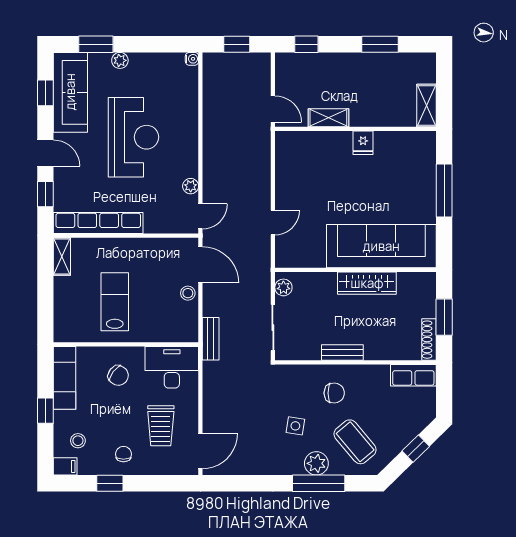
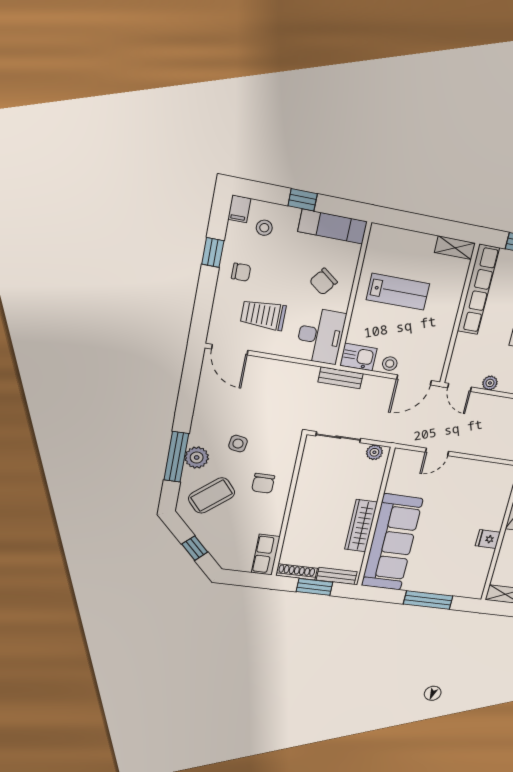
door: (273, 223) -> (437, 452), hinge flipped
kitchen sink: (187, 326) -> (358, 357), added
bench: (342, 353) -> (337, 576), moved, turned 90

